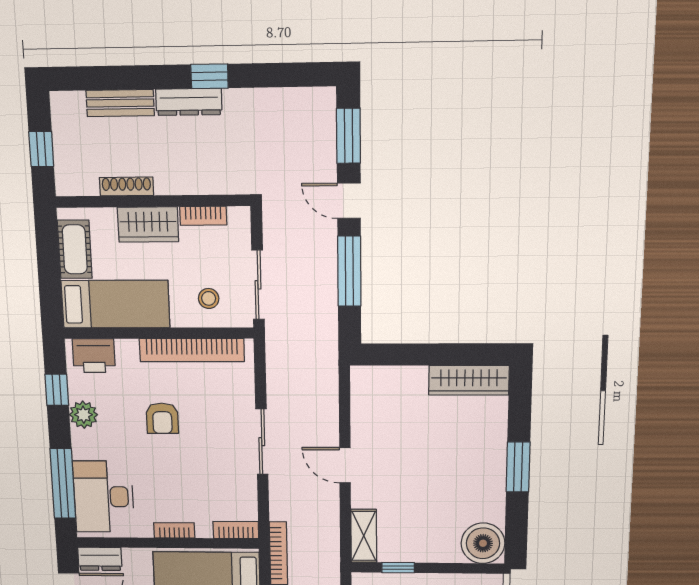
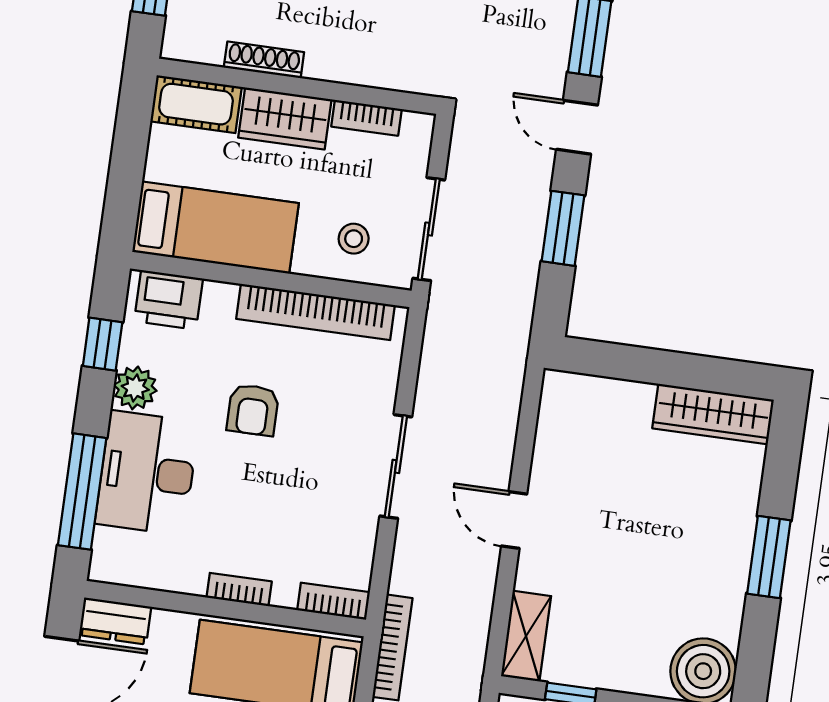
cot: (75, 249) -> (196, 104), moved, turned 90
window: (349, 271) -> (563, 228), width x0.69
desk: (103, 497) -> (147, 473), moved

